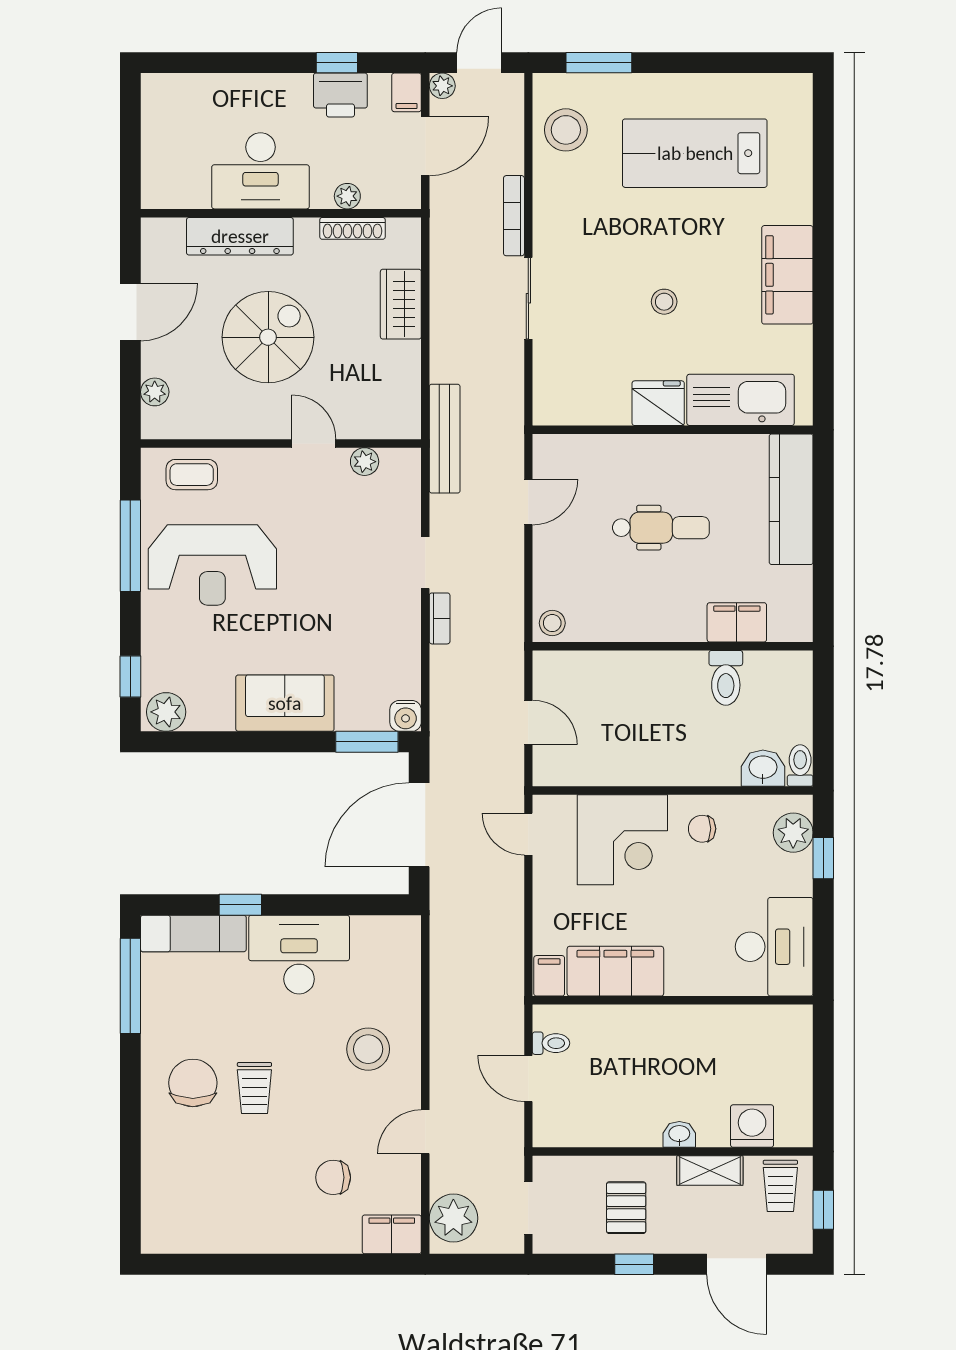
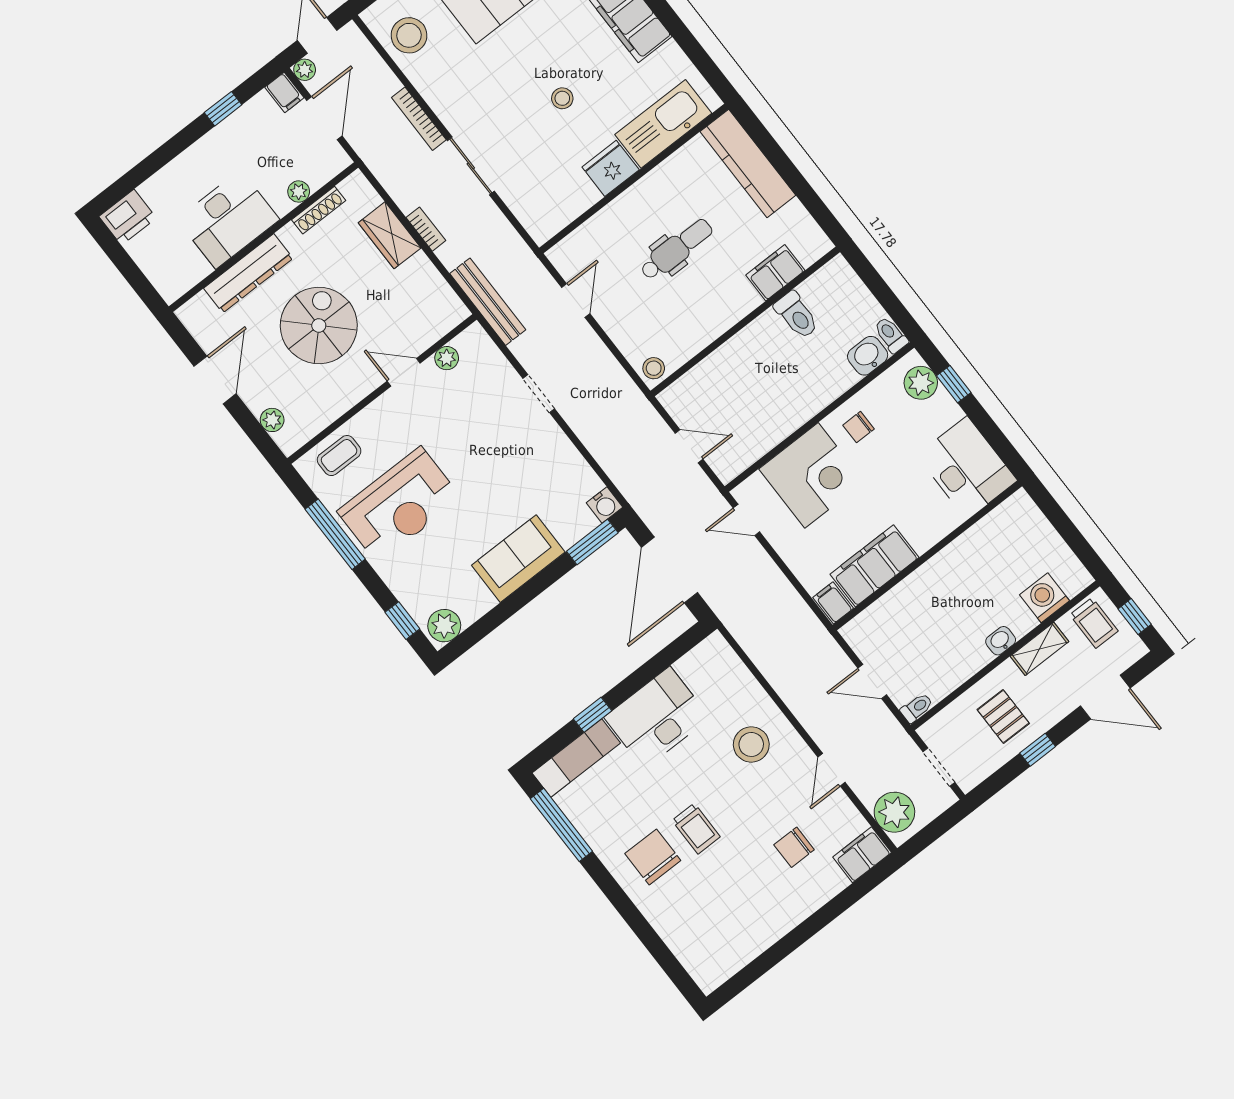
printer: (340, 95) -> (128, 217), moved
bookcase: (440, 618) -> (426, 229), moved
toilet: (551, 1043) -> (917, 708), moved

